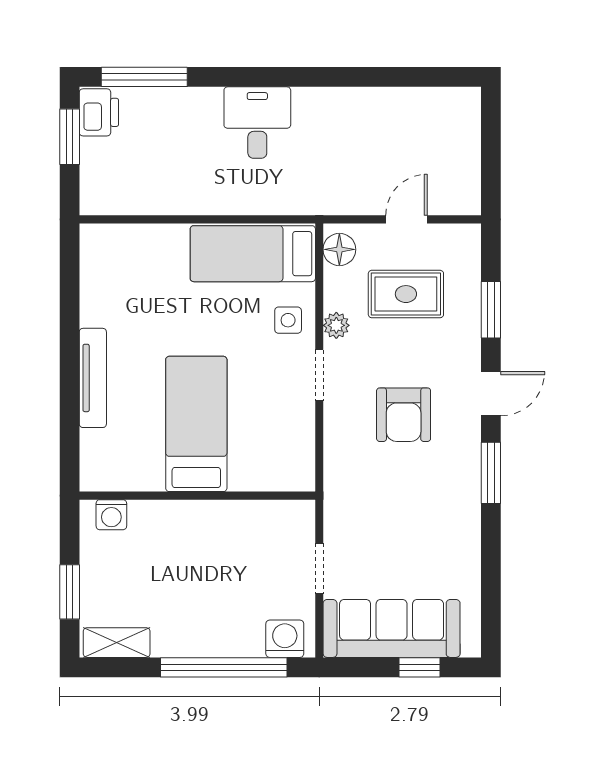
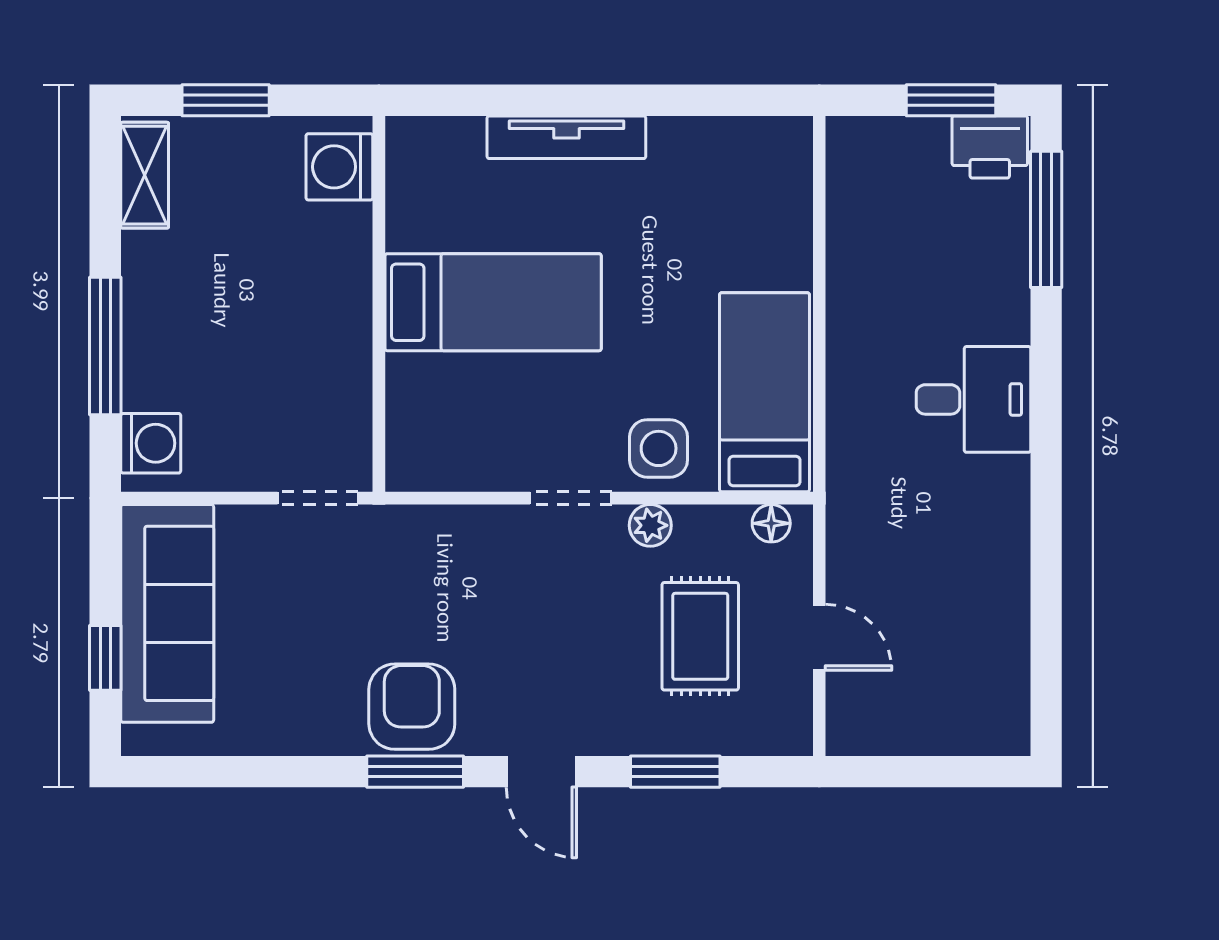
floor lamp: (339, 249) -> (771, 523), width x0.73, depth x0.73
side table: (288, 320) -> (659, 448), width x1.37, depth x1.37
armchair: (404, 415) -> (412, 707), moved, turned 90
washing machine: (111, 515) -> (339, 167), width x1.38, depth x1.38
doorway: (319, 568) -> (318, 498), moved
window: (224, 667) -> (105, 346), width x0.68

